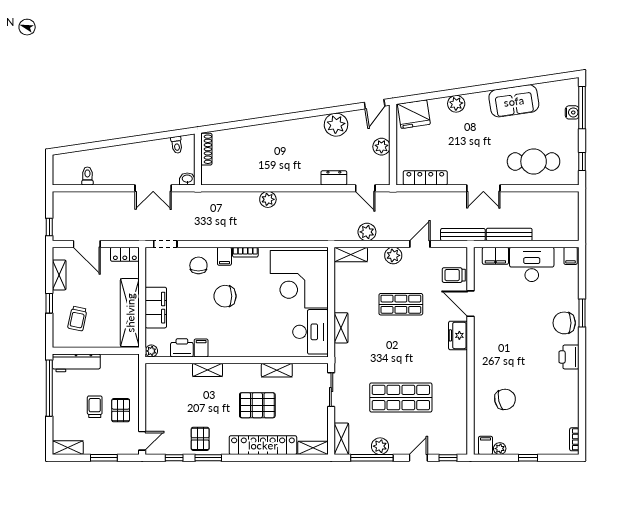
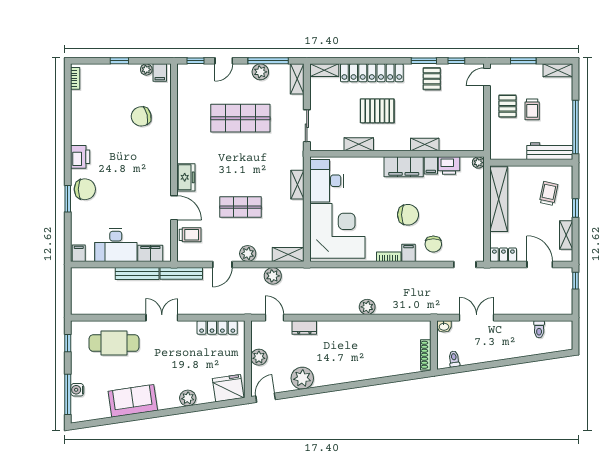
filing cabinet: (156, 308) -> (404, 167), moved, turned -90

